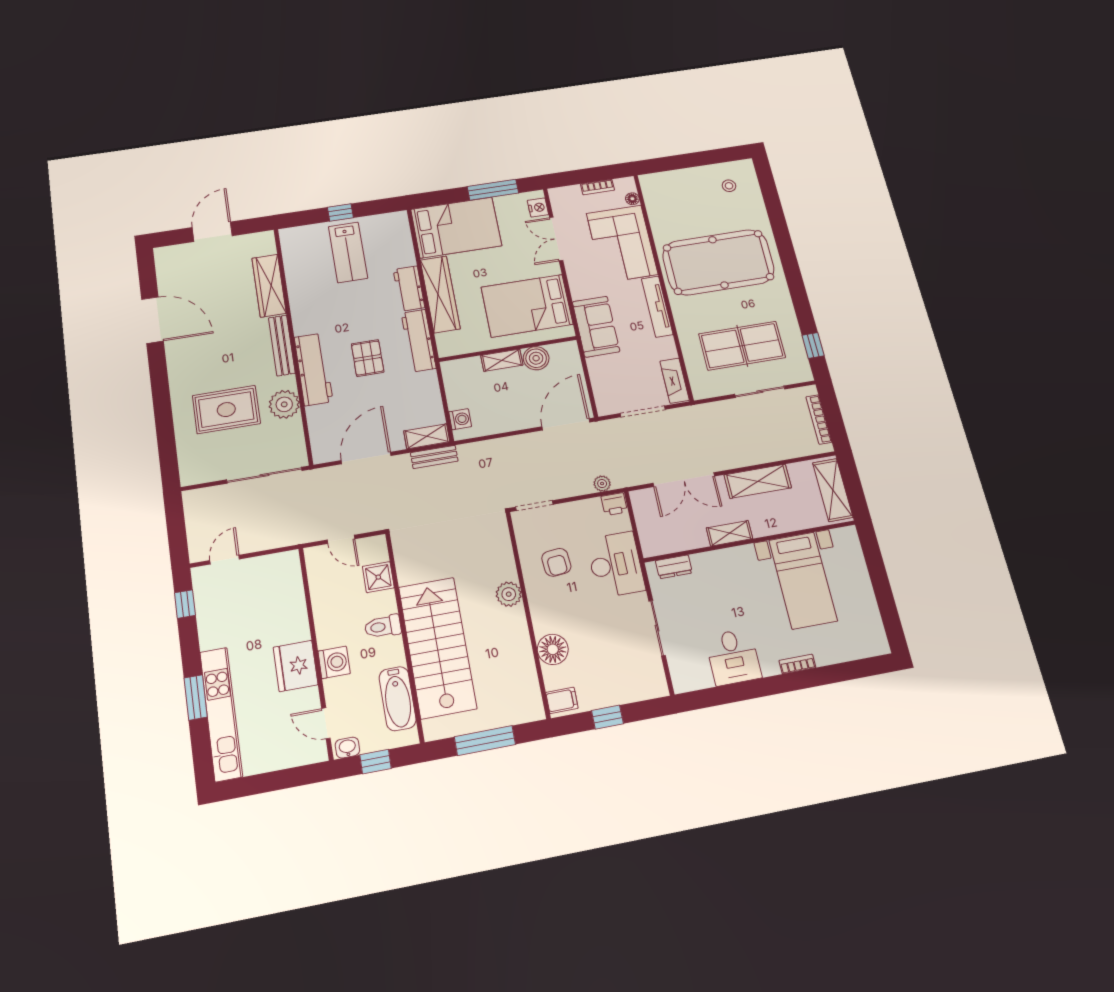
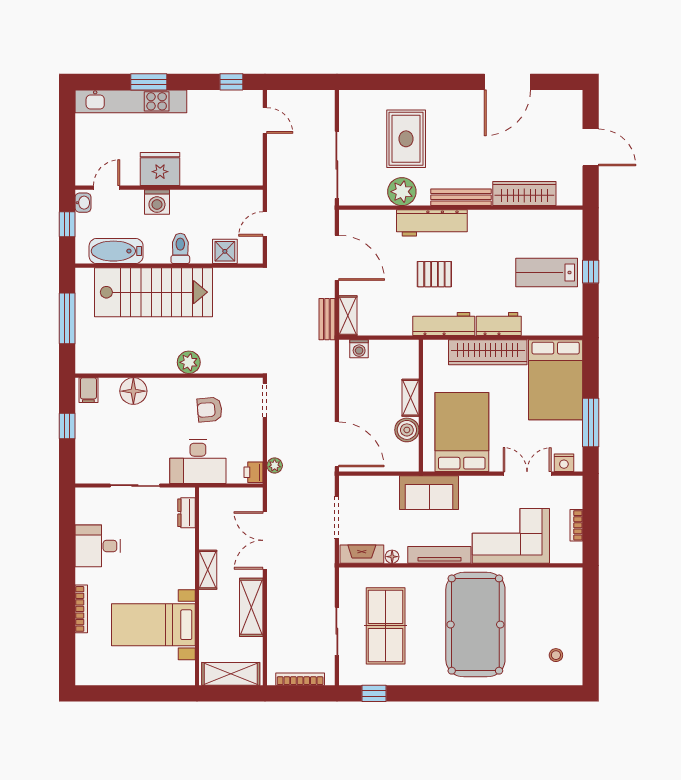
floor lamp: (632, 199) -> (392, 557), moved
bookcase: (797, 664) -> (81, 609), width x1.56

